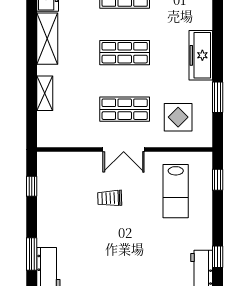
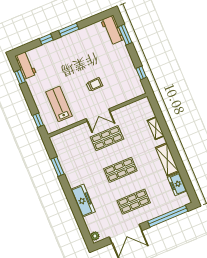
freezer: (201, 55) -> (83, 201), moved
display table: (178, 117) -> (75, 146), removed
double door: (124, 149) -> (98, 115), swing flipped

